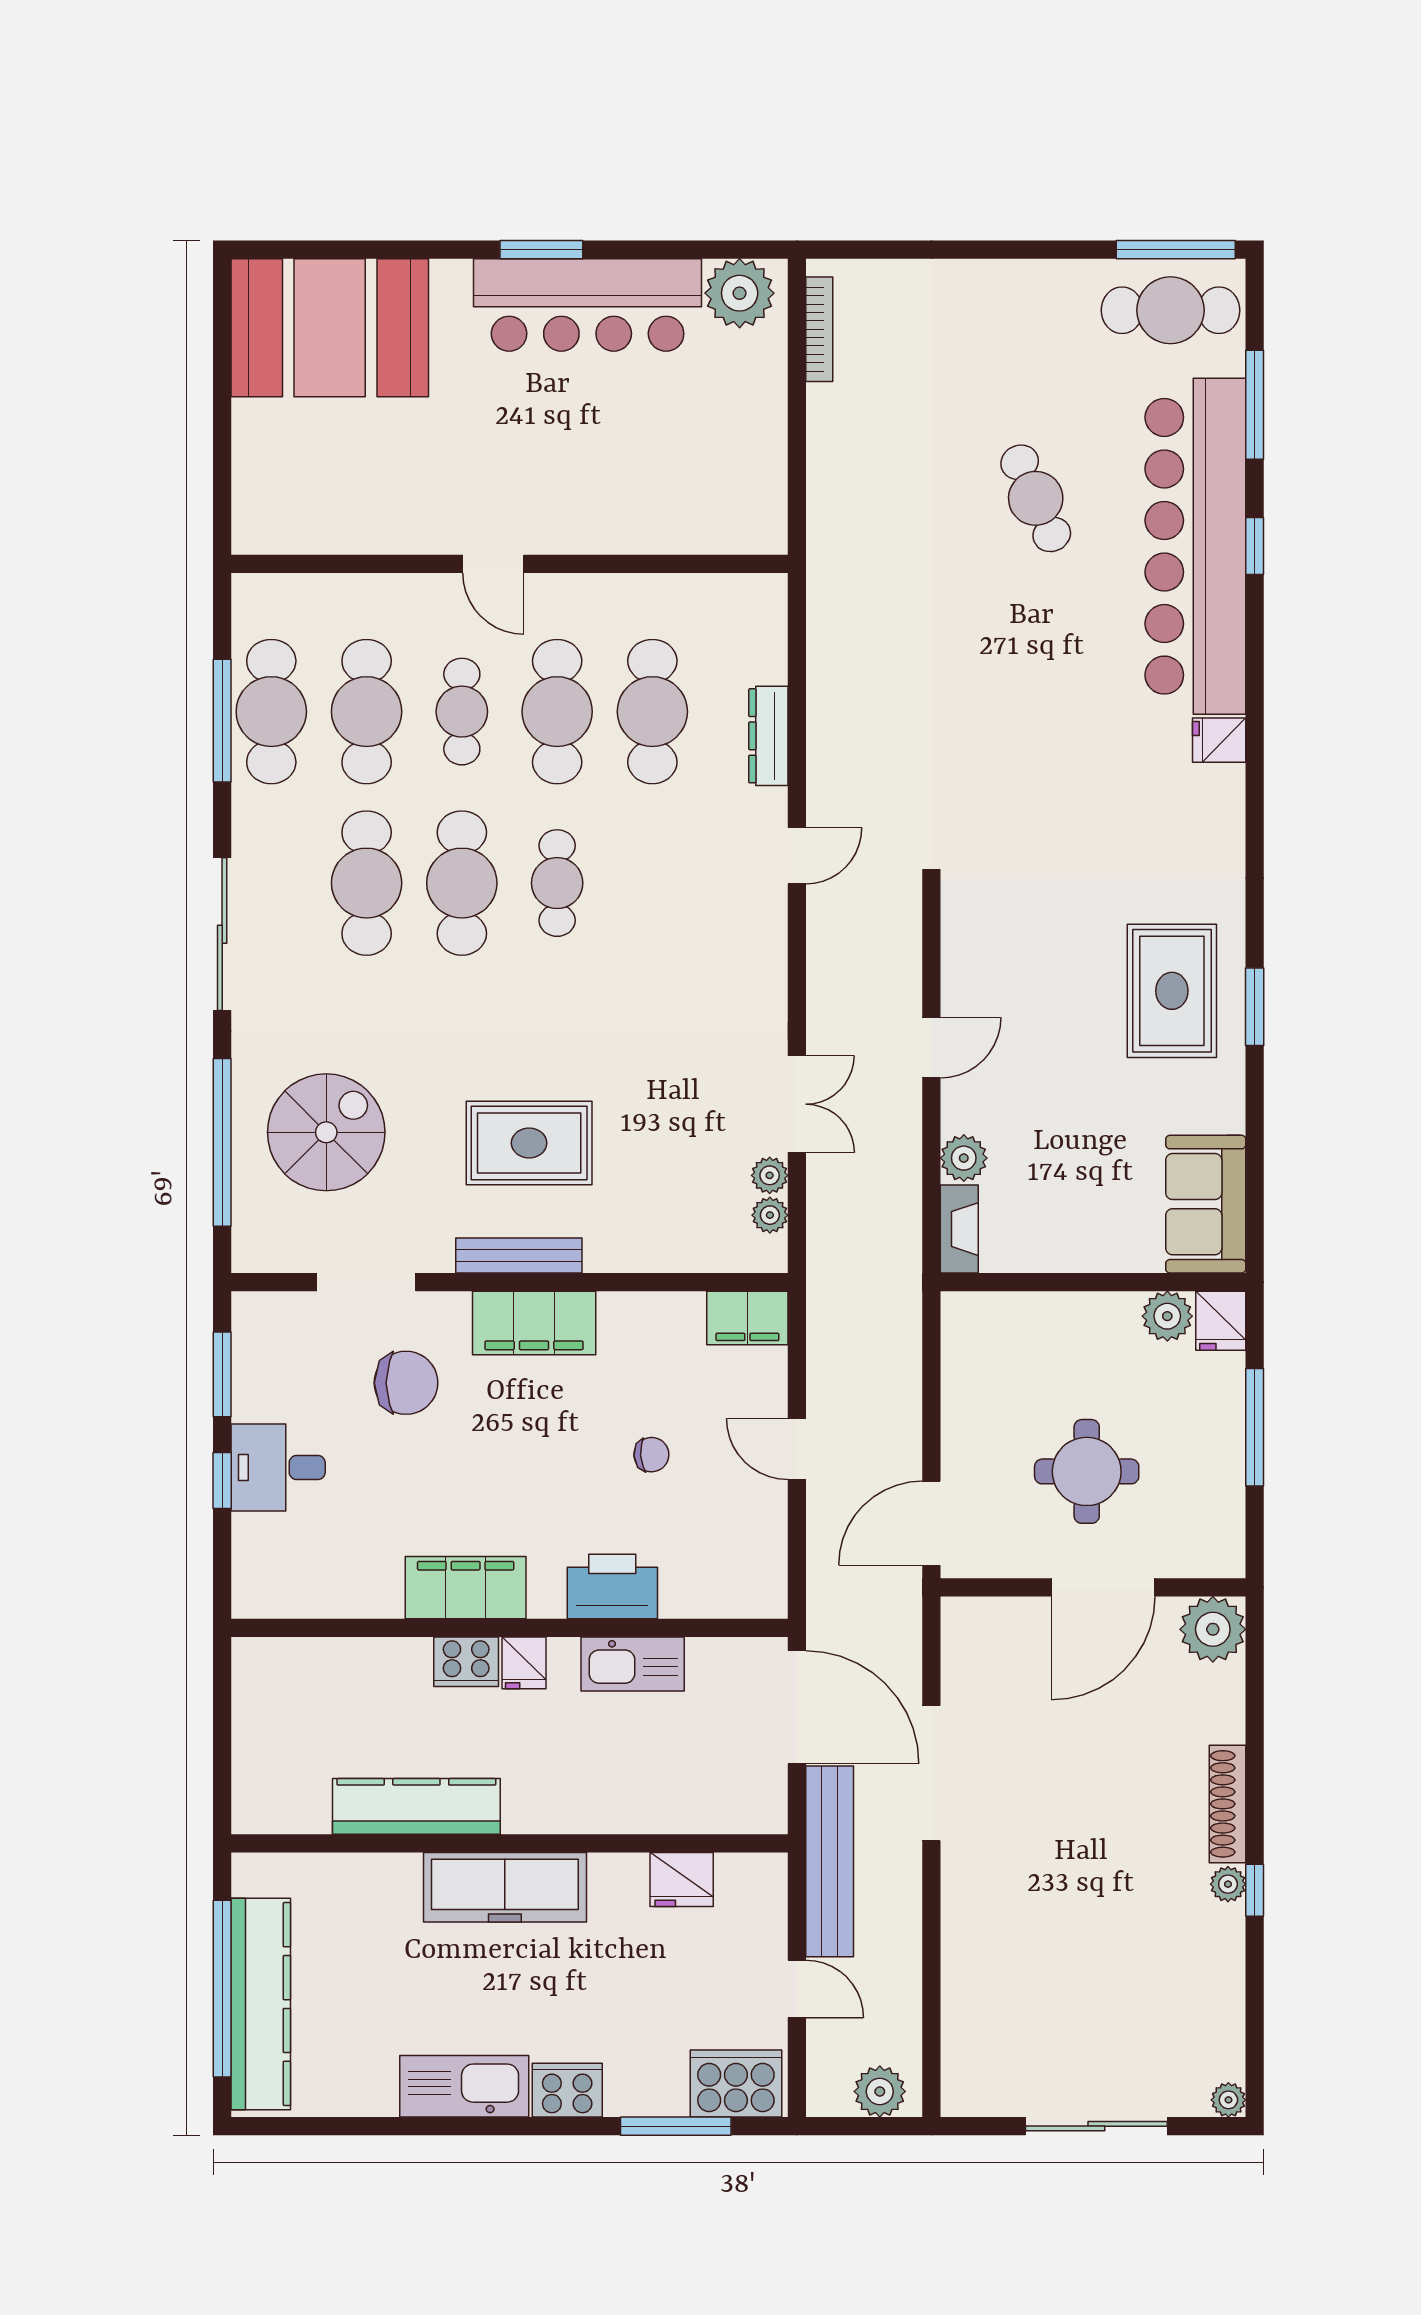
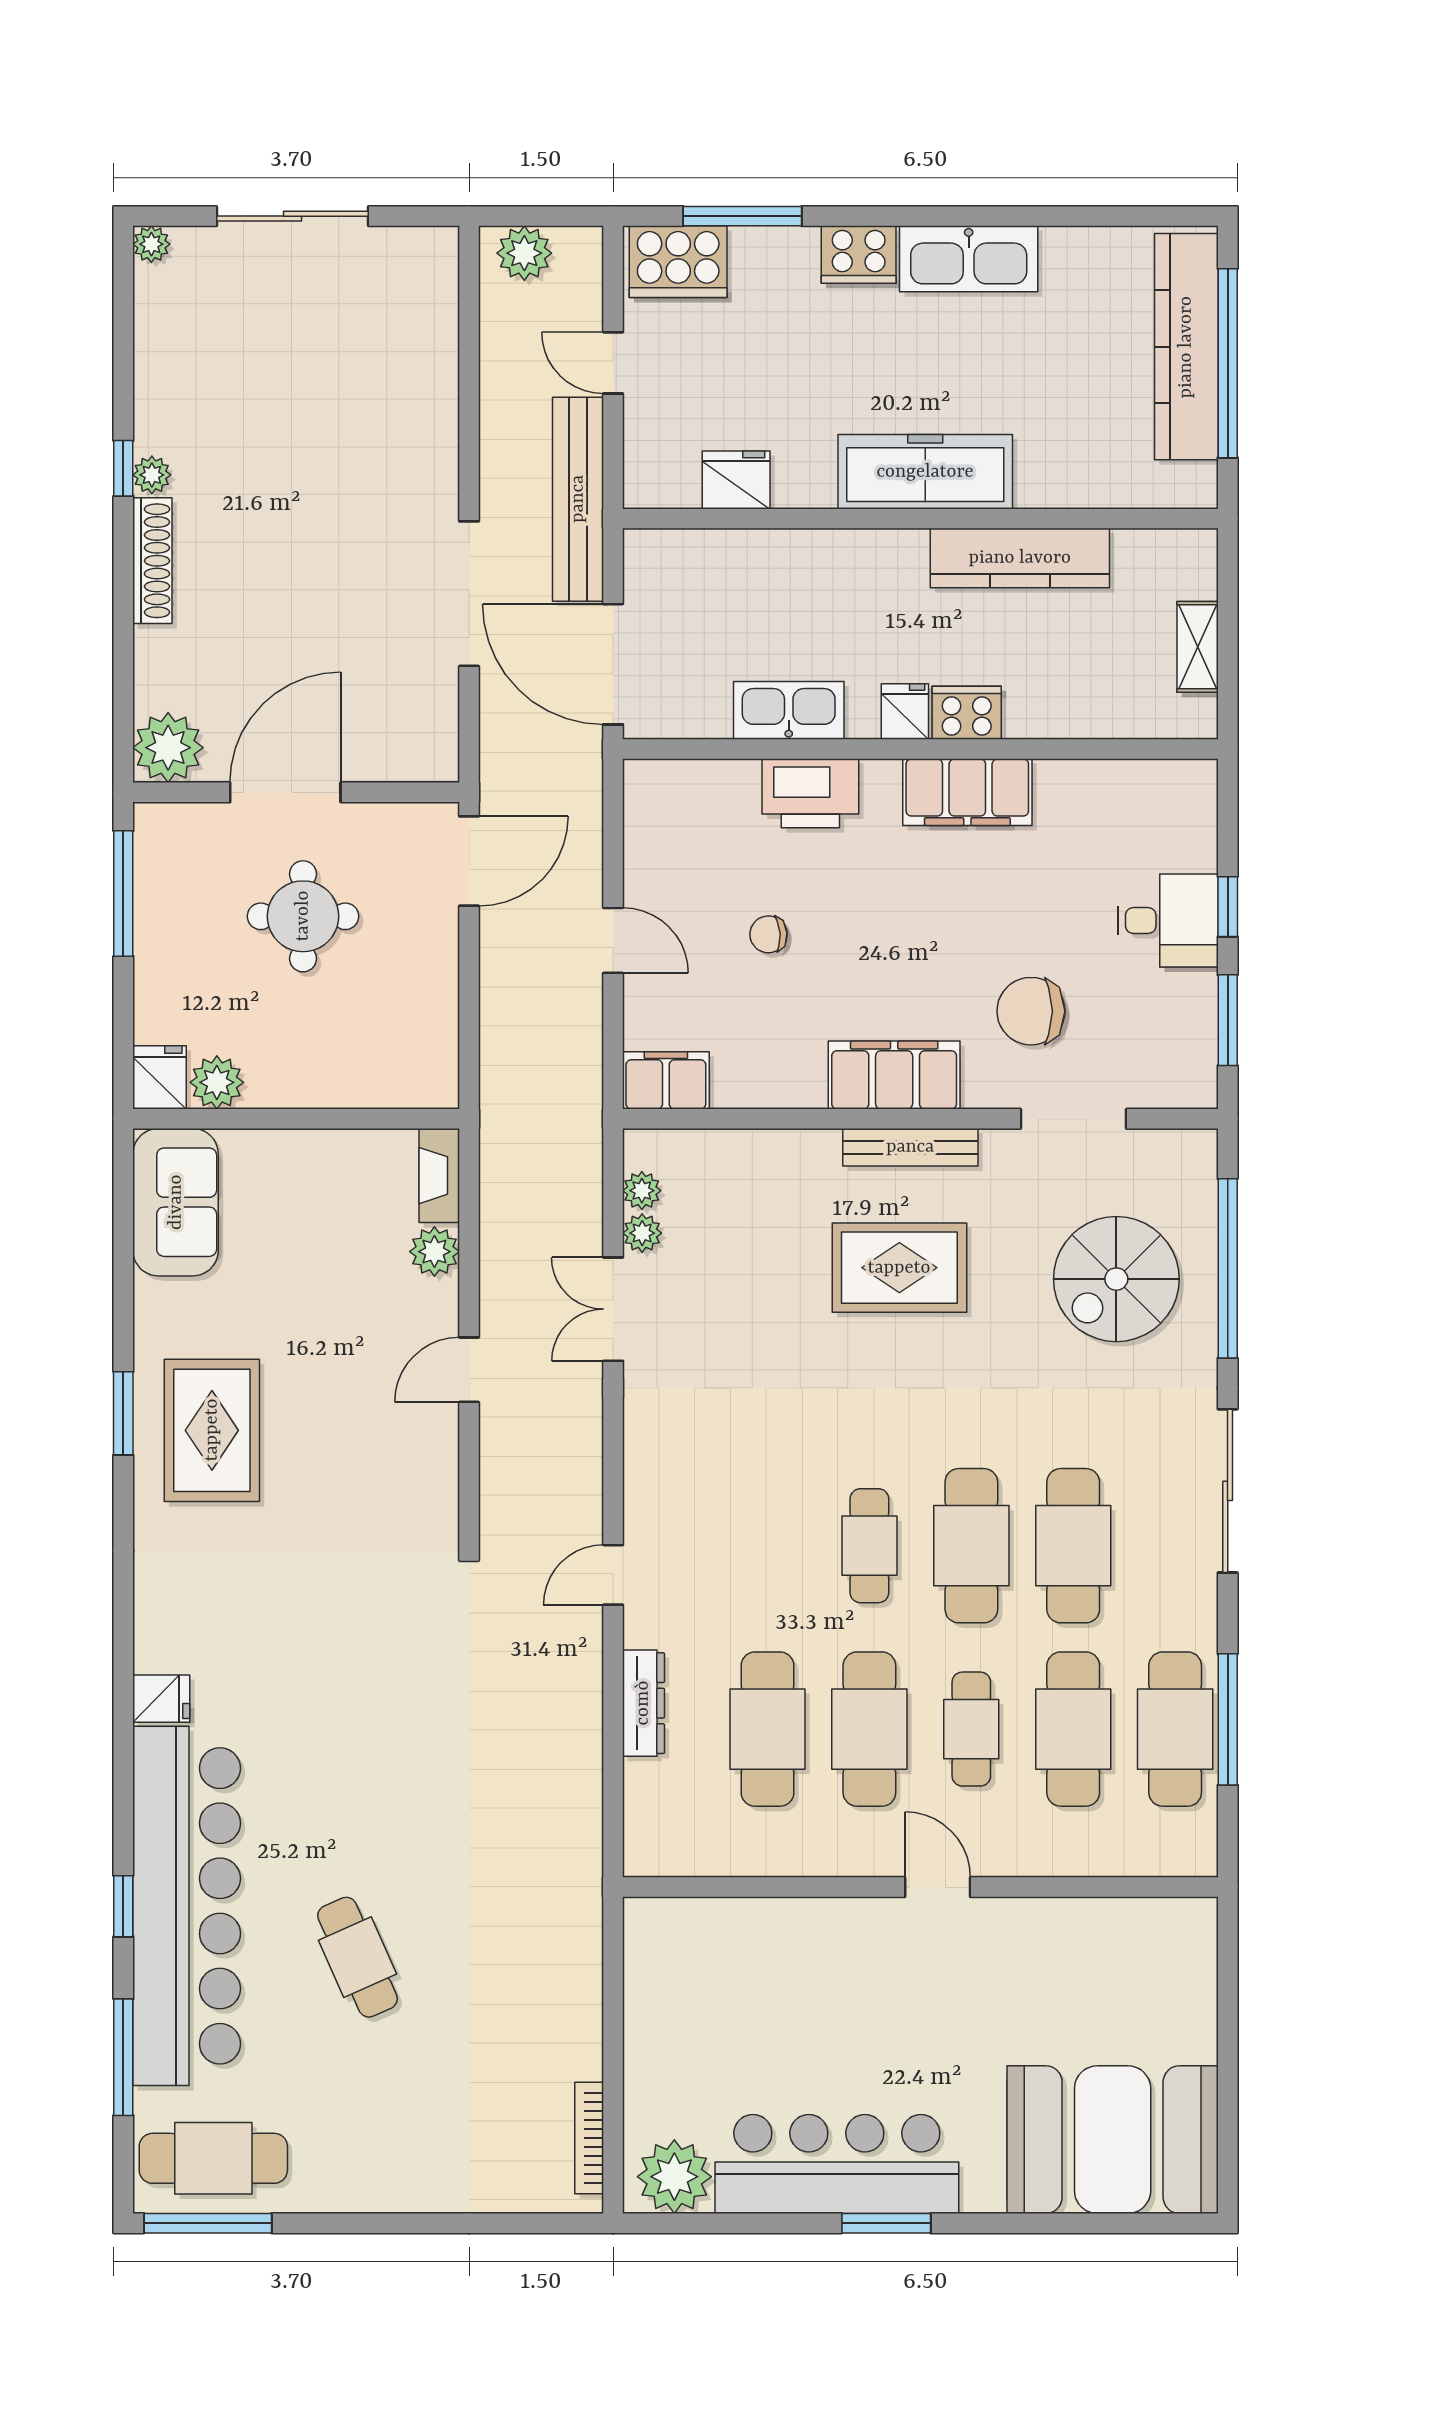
window: (1255, 1427) -> (123, 894), moved
shelving: (250, 1723) -> (1198, 647), added

